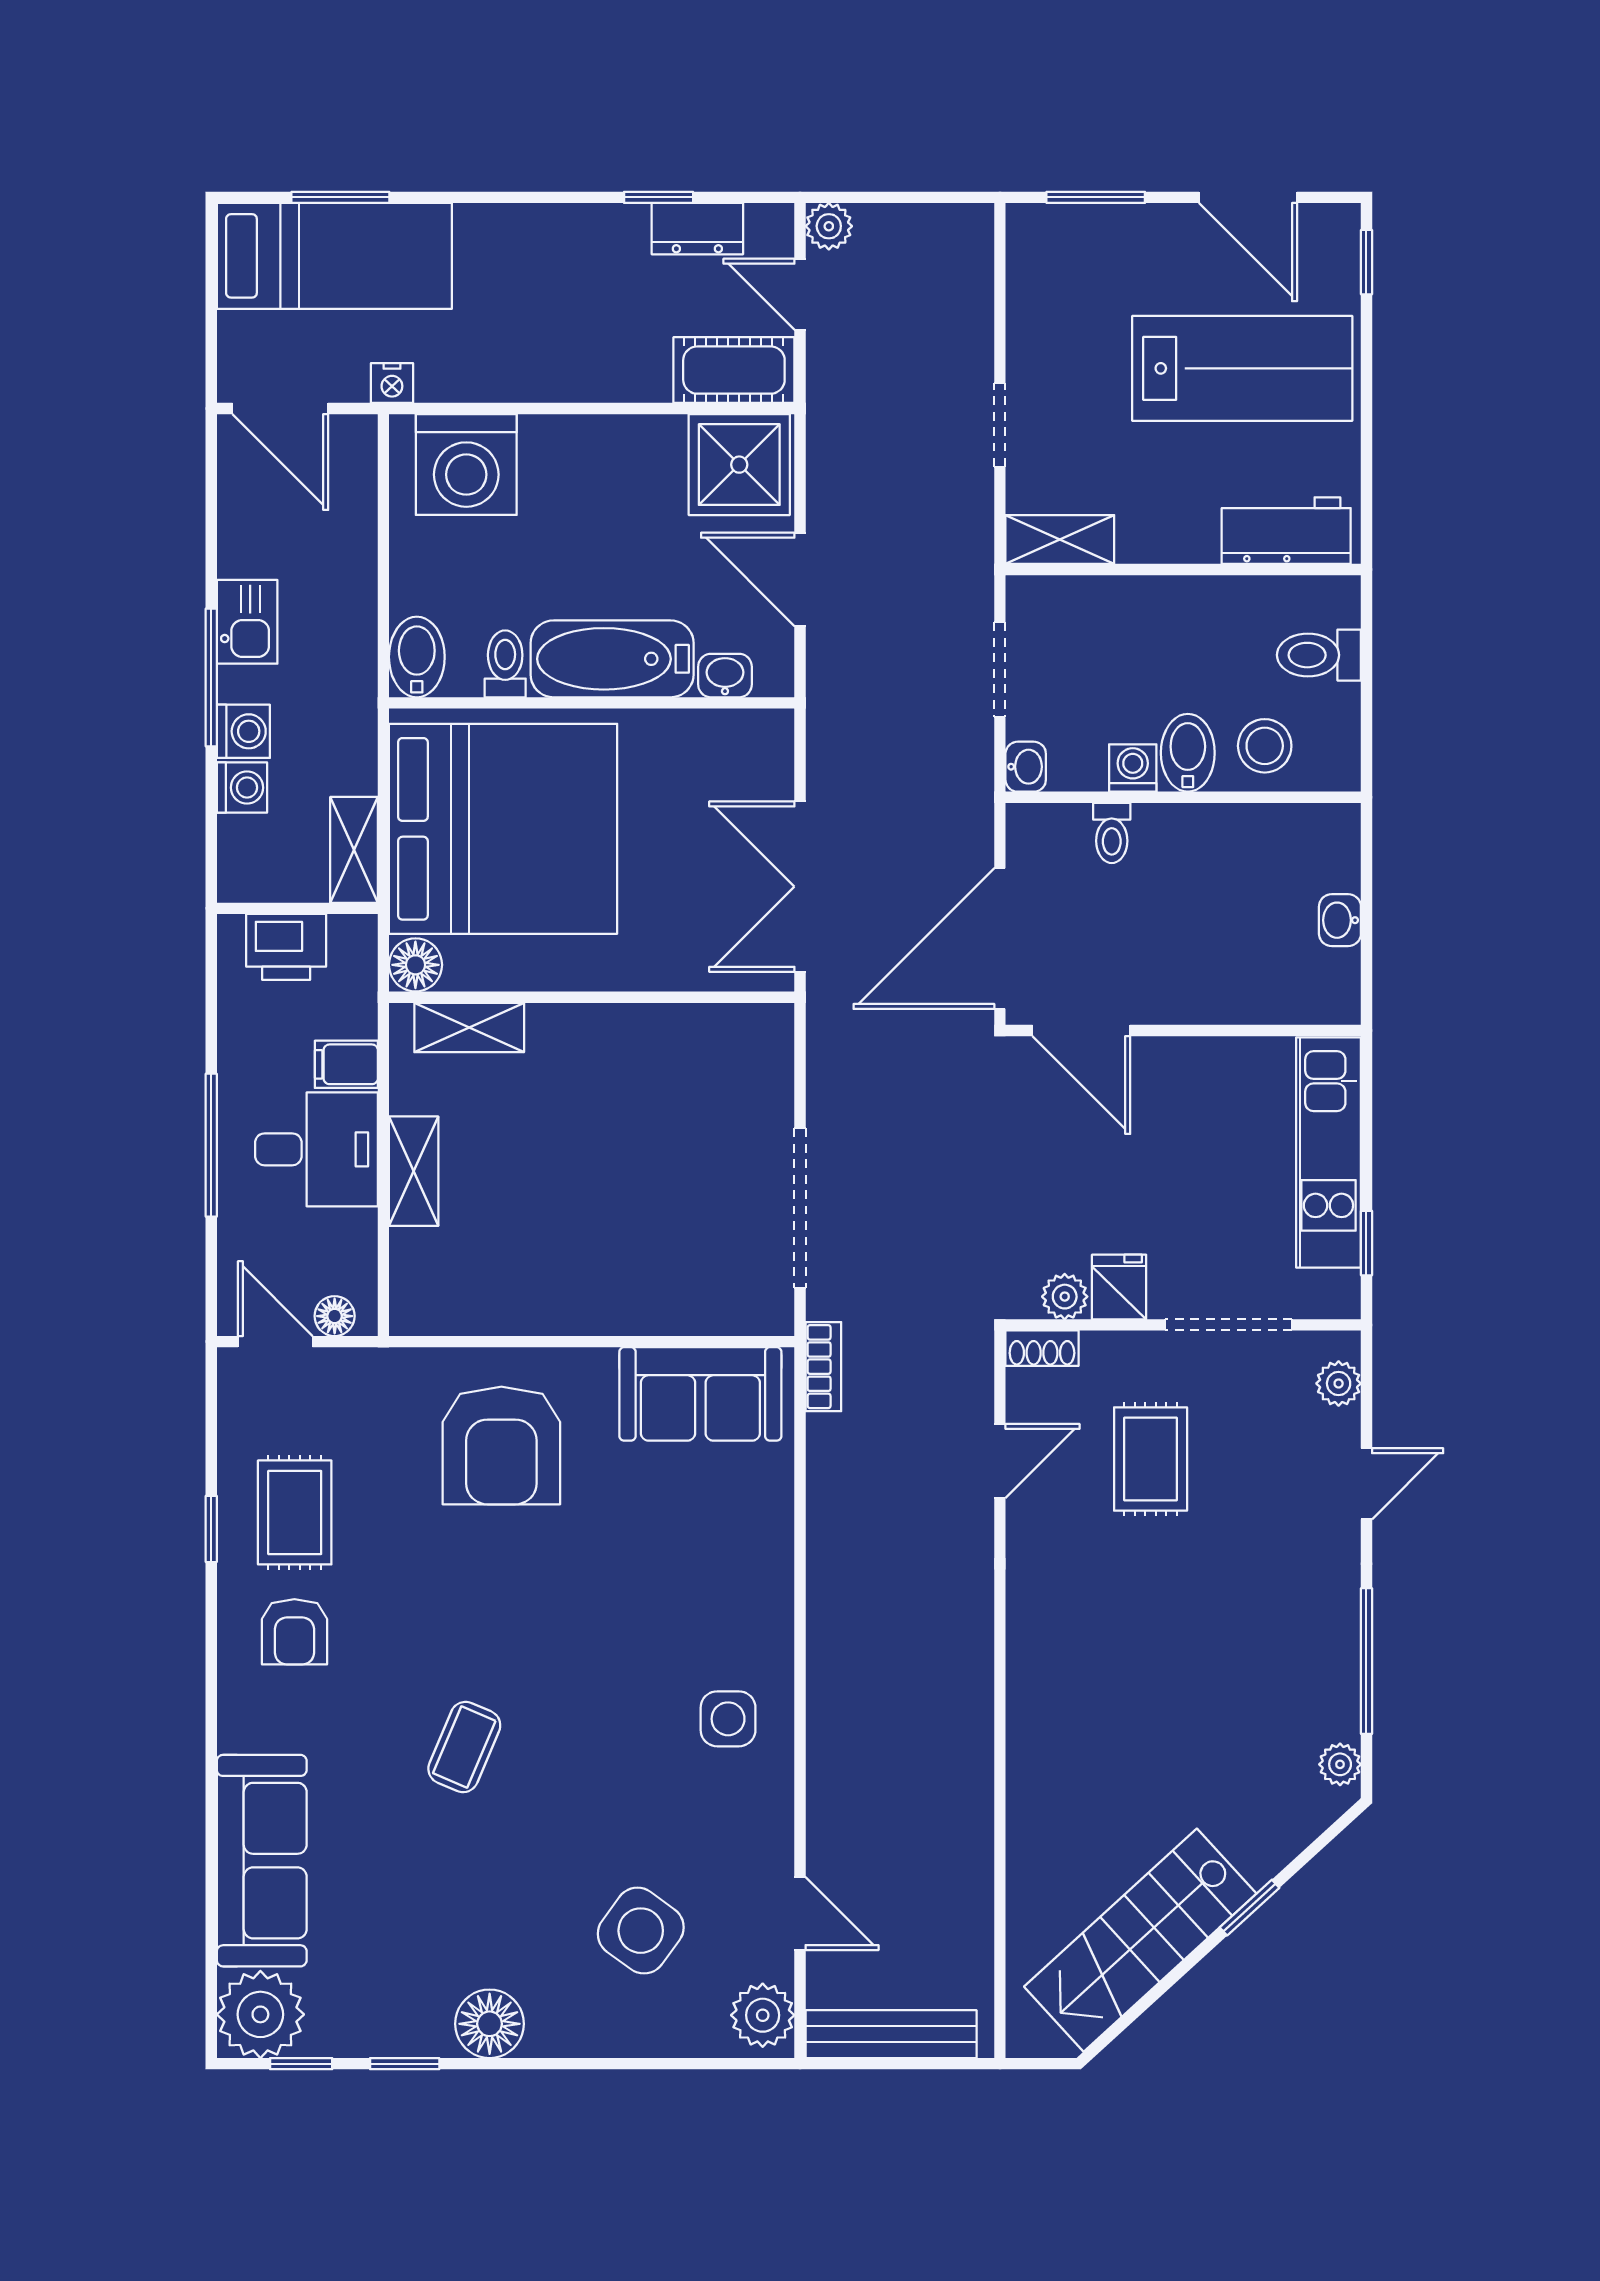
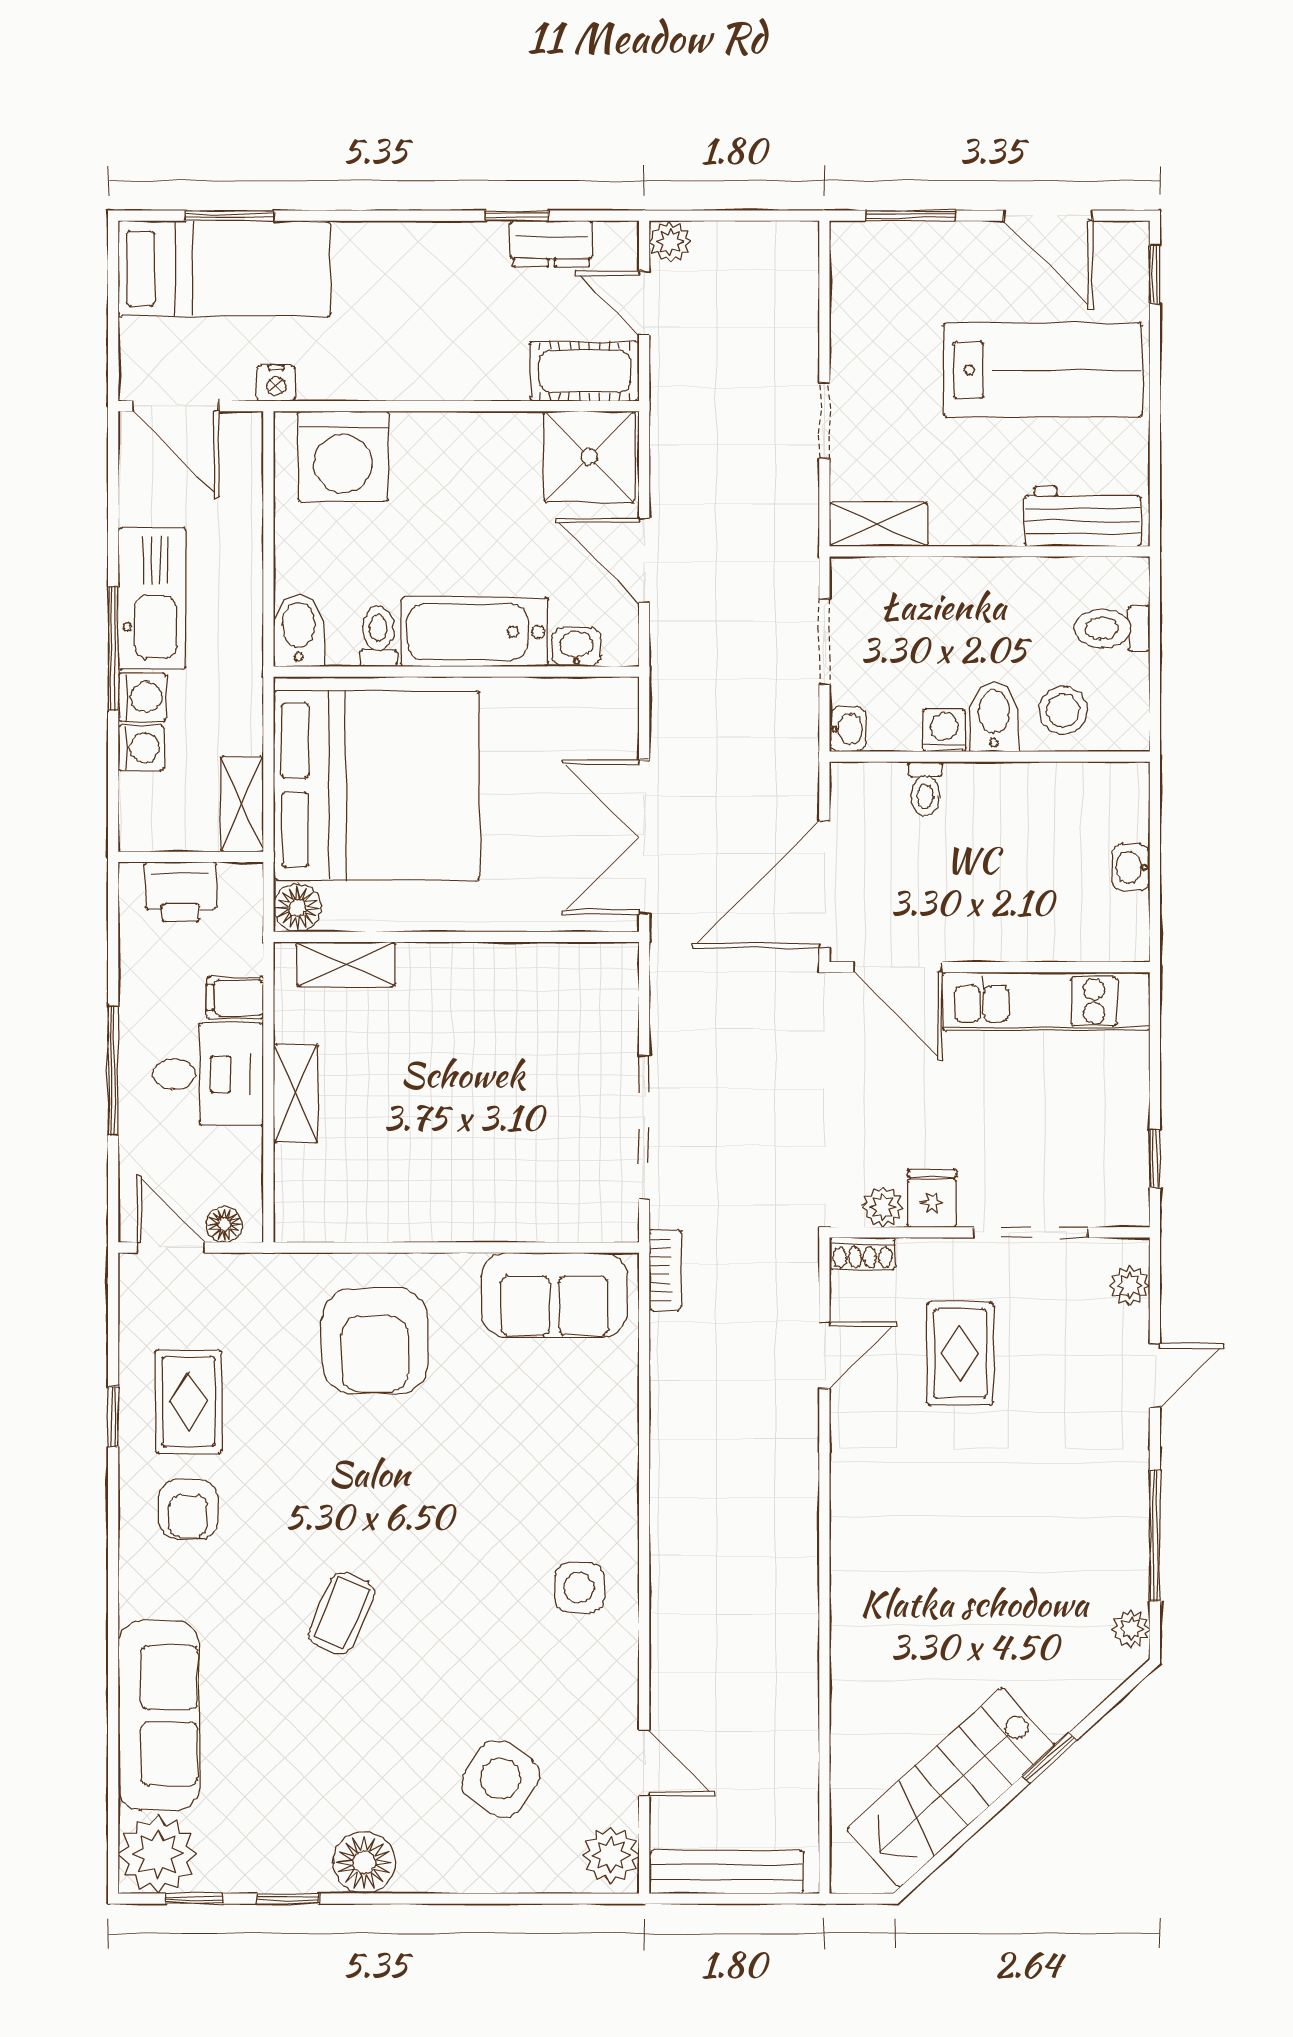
kitchen sink: (247, 622) -> (152, 598), width x1.87, depth x1.24
kitchen unit: (1328, 1152) -> (1046, 1001), moved, turned -90

